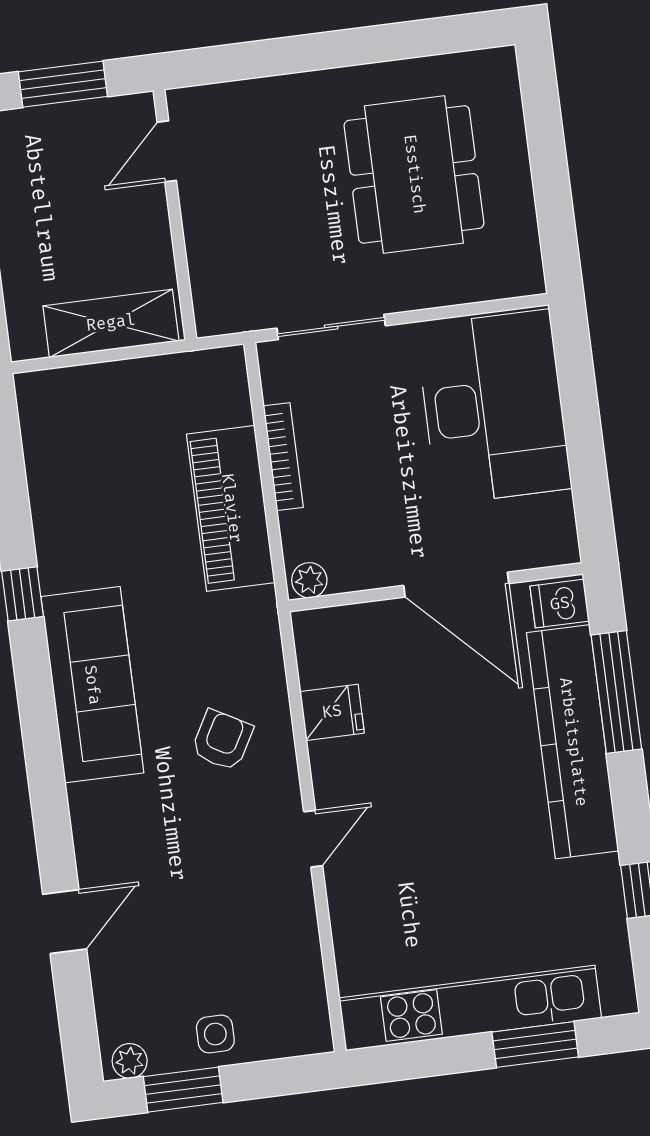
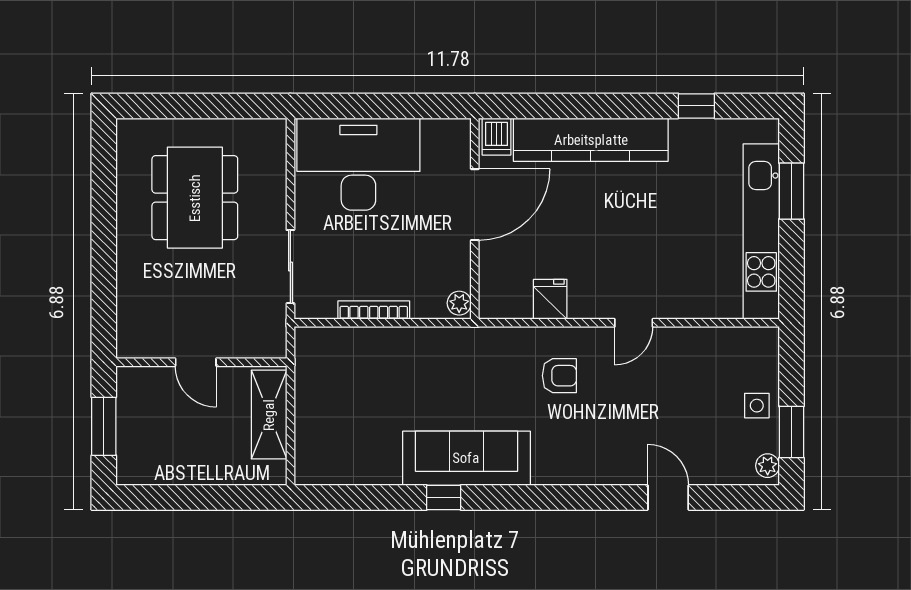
door: (167, 151) -> (196, 362), moved
dining table: (414, 174) -> (195, 198), turned 90
piano: (231, 508) -> (404, 350), removed
sofa: (92, 685) -> (466, 458), moved
window: (616, 692) -> (561, 106), removed
armchair: (222, 740) -> (559, 376), turned 151
door: (313, 839) -> (634, 323), swing flipped

